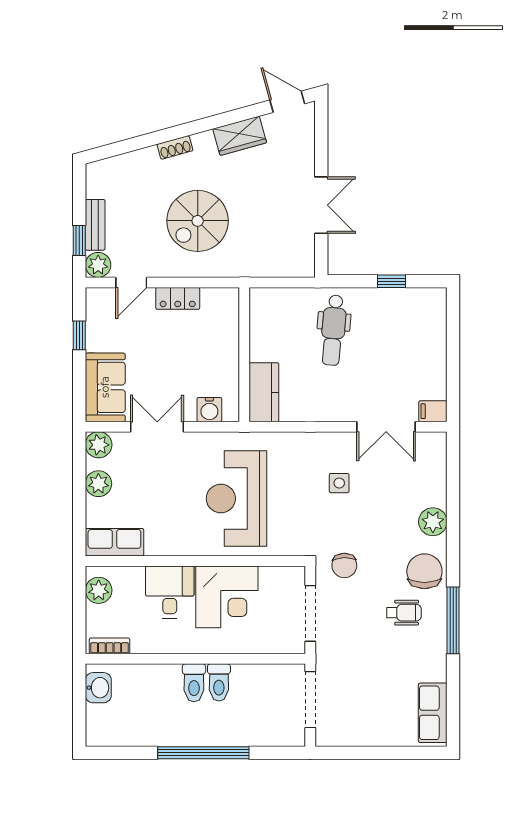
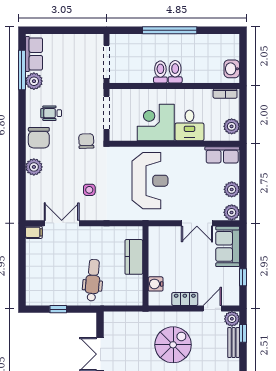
kitchen counter: (264, 392) -> (134, 257), moved
water cooler: (209, 410) -> (156, 284), moved, turned -90
window: (453, 620) -> (22, 70), moved
plant: (433, 667) -> (34, 81), added

